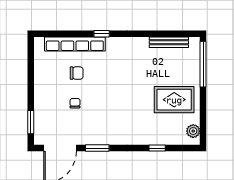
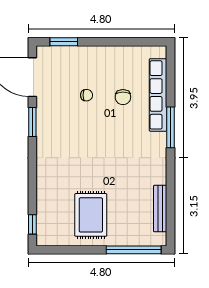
window: (102, 34) -> (171, 127), width x2.17
plant: (193, 131) -> (53, 238), removed
window: (157, 148) -> (32, 224), moved

